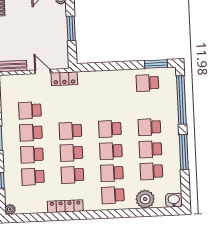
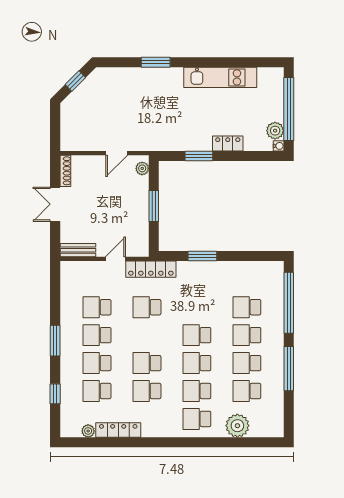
window: (156, 64) -> (202, 256), moved
door: (43, 72) -> (115, 259), hinge flipped
locker: (64, 79) -> (151, 269), width x1.53
school desk: (147, 83) -> (247, 307), moved
school desk: (70, 131) -> (147, 307), moved
washbasin: (174, 200) -> (274, 429), removed
locker: (65, 206) -> (118, 430), moved
plant: (10, 209) -> (88, 431), moved

